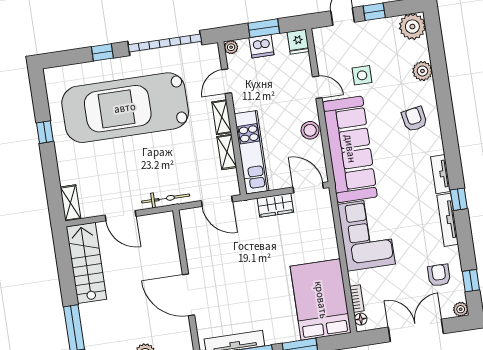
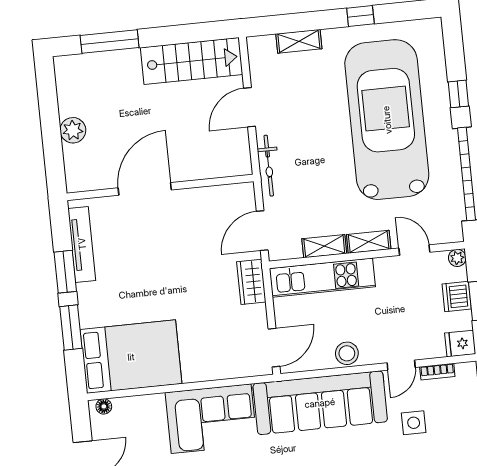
shelving: (70, 203) -> (299, 41), moved
wardrobe: (275, 205) -> (251, 282), moved
bookcase: (357, 299) -> (437, 372), moved

